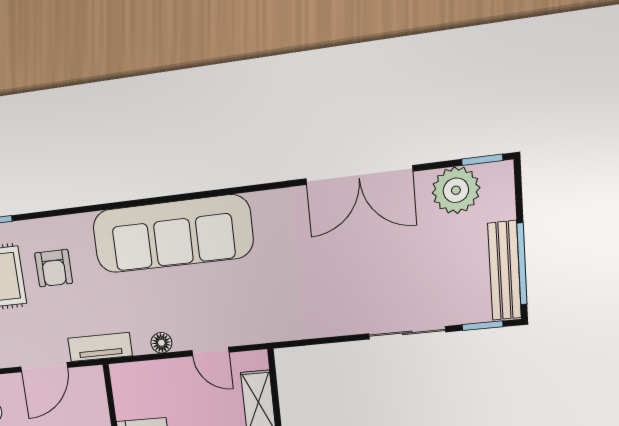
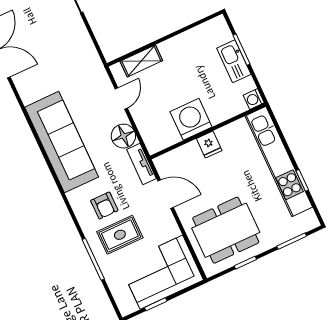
armchair: (54, 268) -> (104, 206), turned 90
floor lamp: (161, 343) -> (123, 136), width x1.89, depth x1.89

